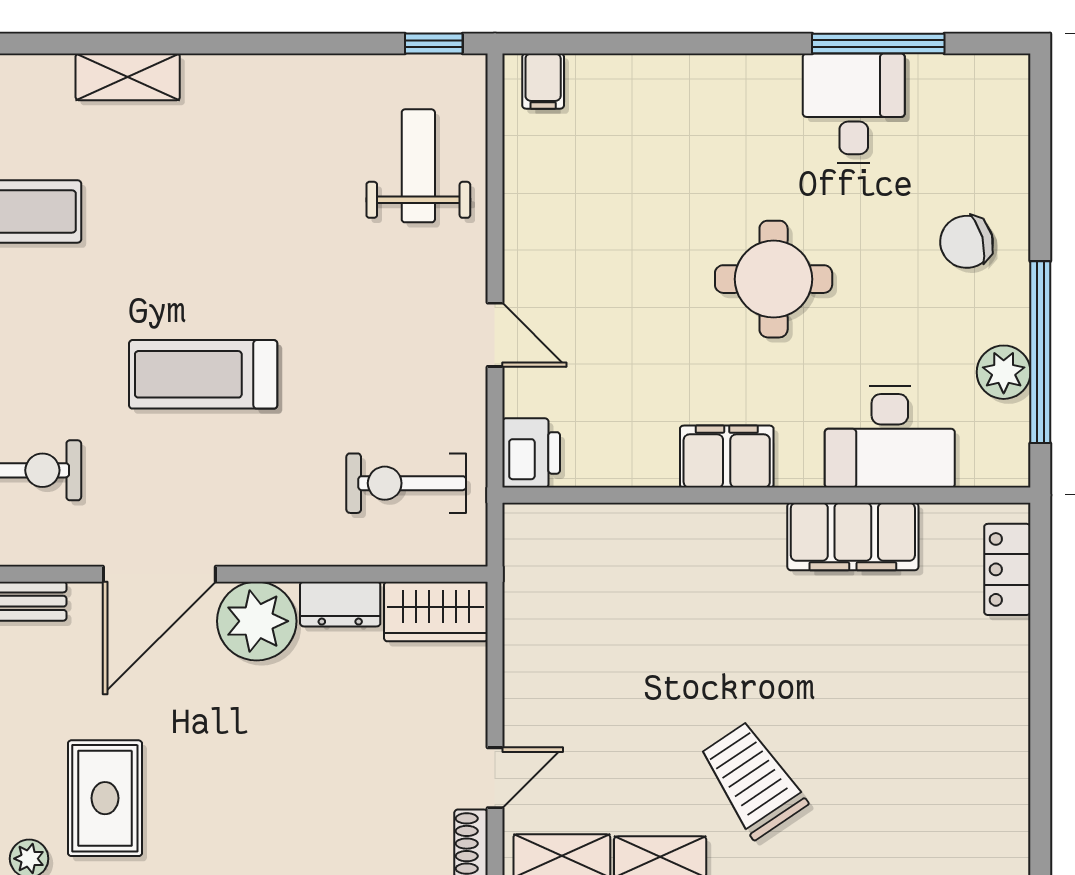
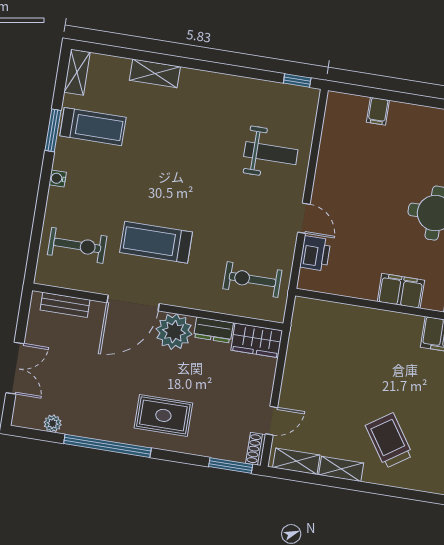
filing cabinet: (543, 81) -> (378, 111), moved
weight bench: (418, 166) -> (271, 153), moved, turned 90
treadmill: (203, 374) -> (156, 242), moved
printer: (531, 453) -> (315, 253), moved
rug: (105, 798) -> (163, 415), moved, turned 90

